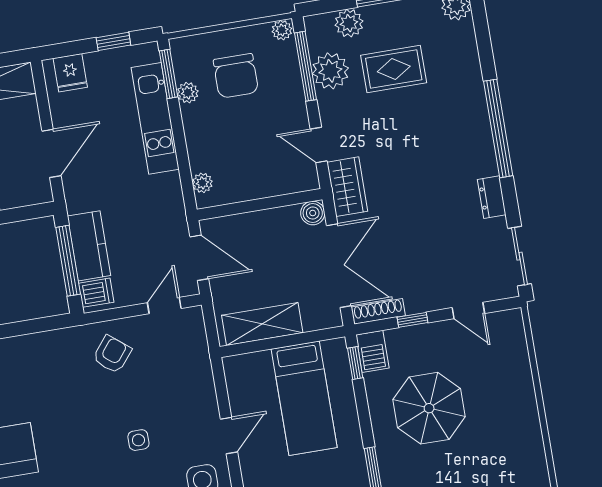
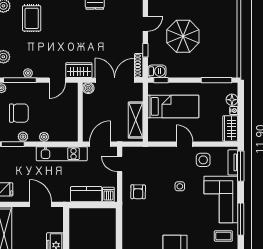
rug: (394, 69) -> (32, 18), moved
plant: (330, 71) -> (28, 73), width x0.53, depth x0.53
kitchen unit: (155, 118) -> (62, 154), moved
plant: (202, 183) -> (44, 137), moved
window: (68, 261) -> (91, 205), removed
armchair: (112, 354) -> (138, 192), turned -128
parasol: (429, 408) -> (183, 36), moved

